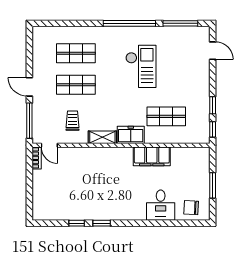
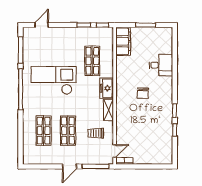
checkout: (141, 66) -> (54, 80), width x1.36, depth x1.21
filing cabinet: (152, 156) -> (123, 41), moved
chair: (191, 208) -> (143, 93), moved

